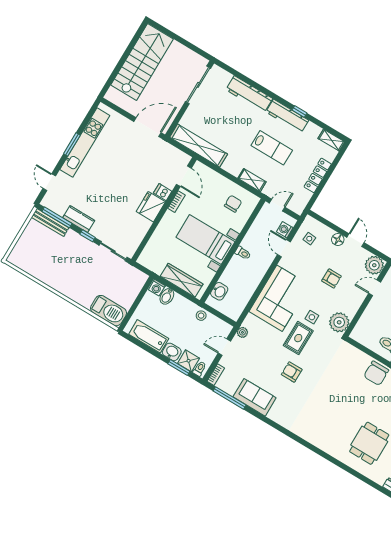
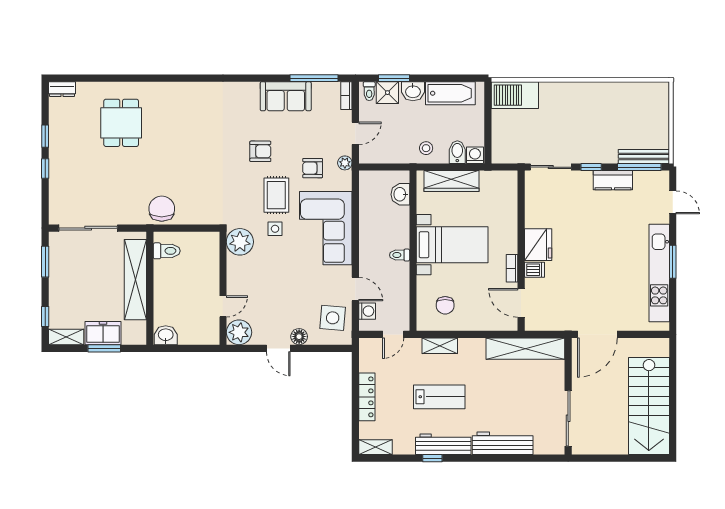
lab bench: (272, 148) -> (439, 397), turned 180
side table: (309, 239) -> (333, 318), width x1.87, depth x1.87
armchair: (332, 279) -> (313, 168), moved
stool: (201, 316) -> (426, 148), moved

